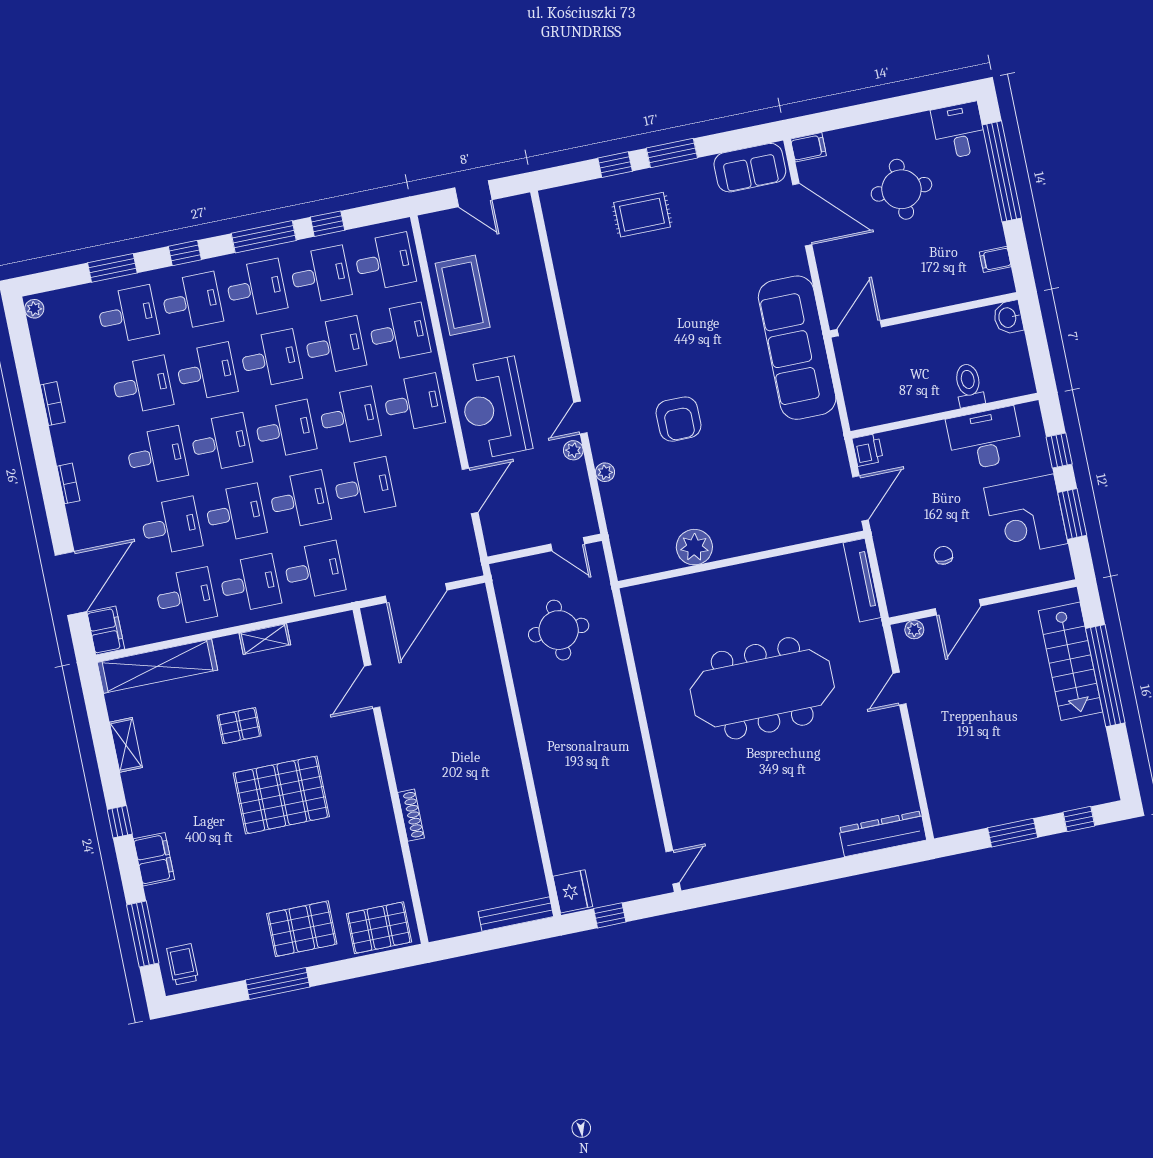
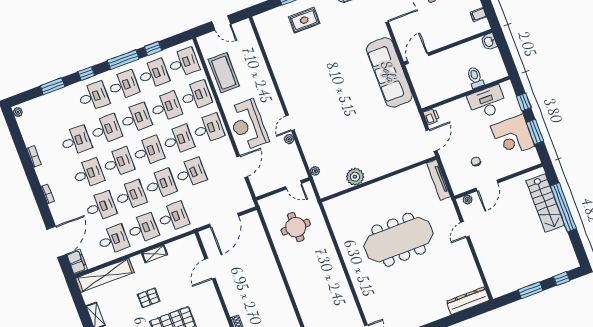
desk: (128, 315) -> (63, 108), removed
armchair: (679, 419) -> (338, 116), removed
plant: (605, 472) -> (315, 171), moved

